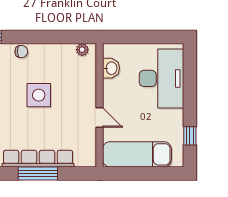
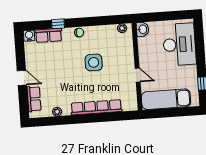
washbasin: (111, 68) -> (143, 29), moved
window: (38, 174) -> (97, 118), removed

